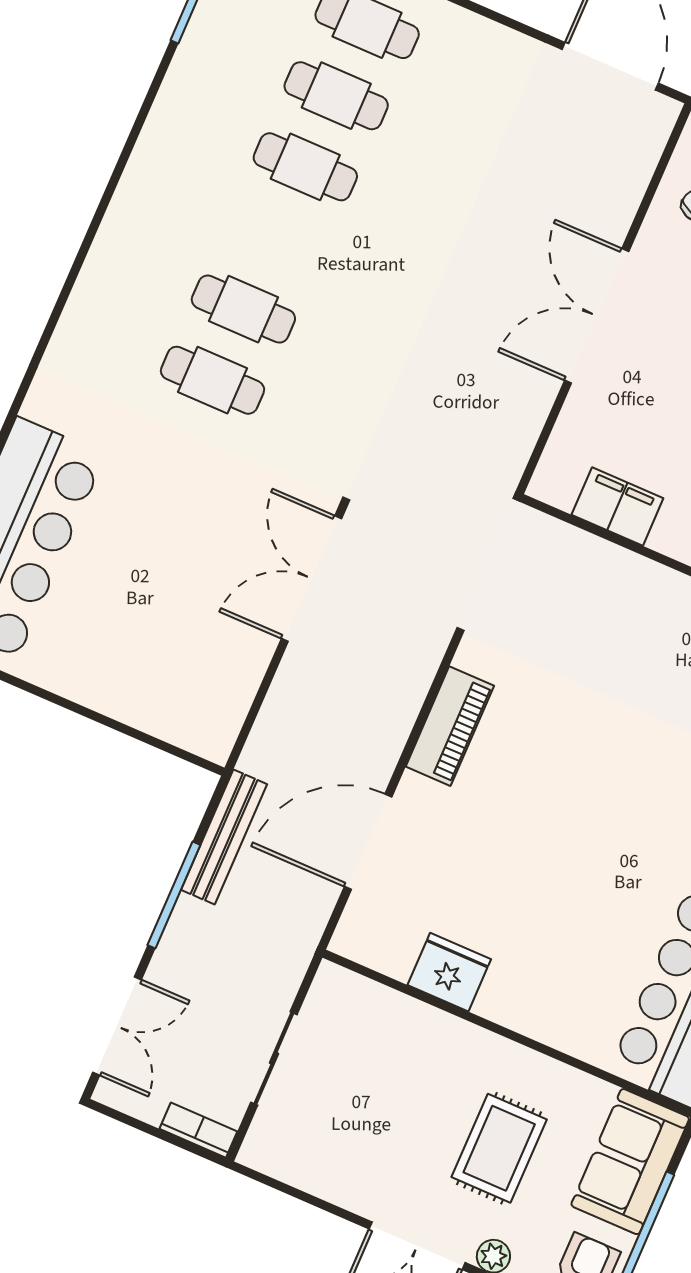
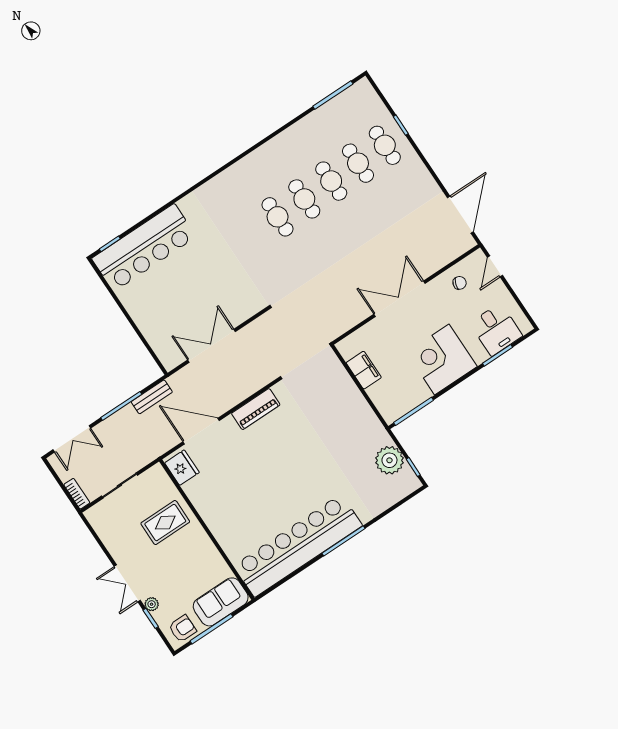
cafe table: (213, 380) -> (304, 199), moved
double door: (311, 579) -> (212, 346), moved
bench: (224, 837) -> (152, 397), width x0.73
fridge: (449, 972) -> (182, 468), moved
rug: (499, 1148) -> (165, 523), moved

